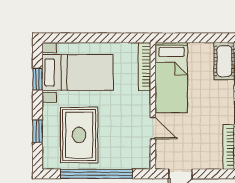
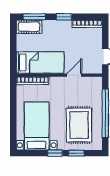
window: (38, 79) -> (55, 153), moved
rug: (79, 135) -> (79, 125), turned 90

